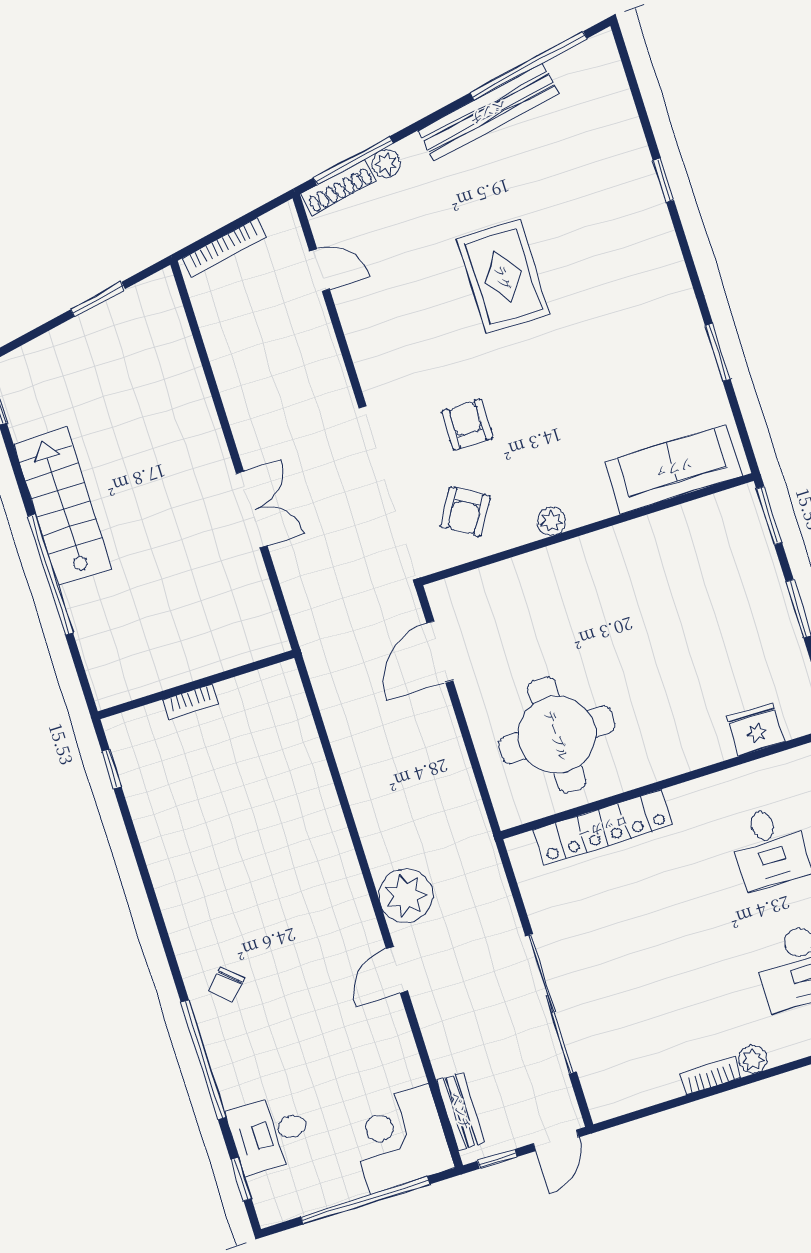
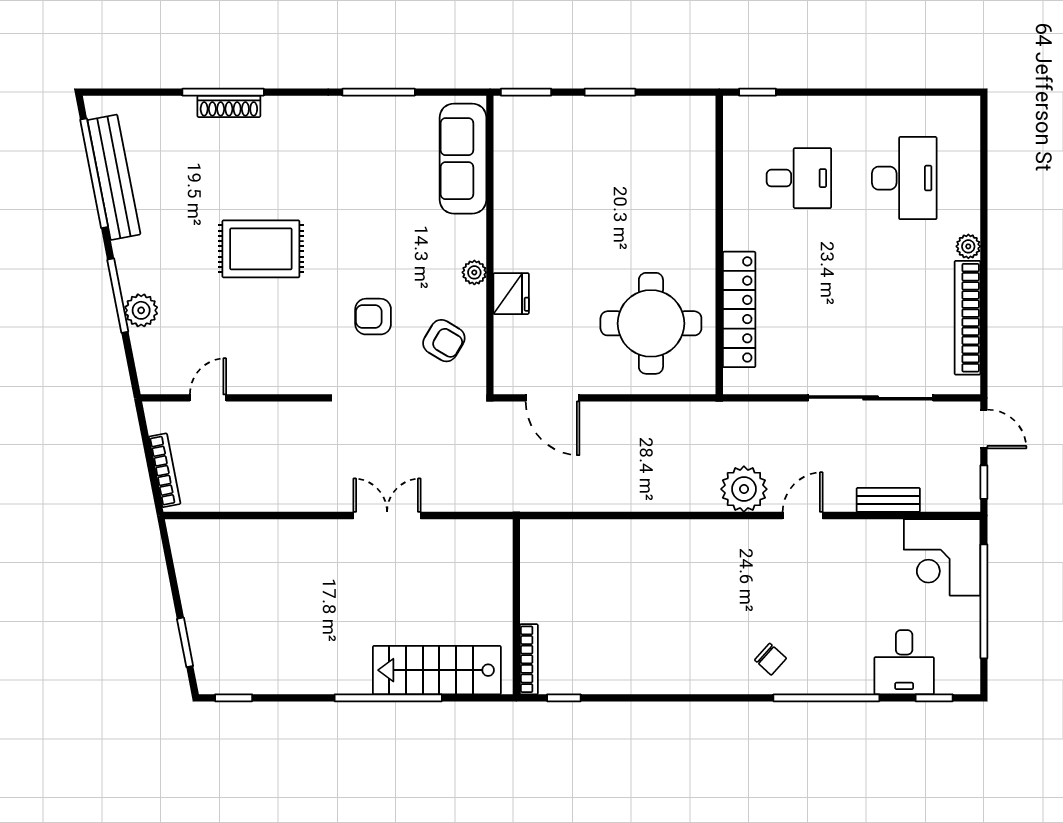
bench: (488, 112) -> (114, 177), moved
window: (353, 161) -> (118, 296), moved
plant: (386, 163) -> (141, 310), width x1.38, depth x1.38
window: (663, 180) -> (223, 92), width x2.17
shoe rack: (339, 187) -> (229, 106), moved, turned 101
window: (98, 299) -> (185, 642), moved
window: (718, 352) -> (379, 92), width x1.44
stairs: (63, 506) -> (437, 670), moved
bookcase: (191, 701) -> (529, 659), moved, width x1.56
fridge: (756, 729) -> (511, 294), moved, turned 180
door: (397, 970) -> (803, 516), swing flipped
bookcase: (710, 1075) -> (967, 318), width x2.31, depth x1.31
bench: (461, 1111) -> (888, 500), moved

